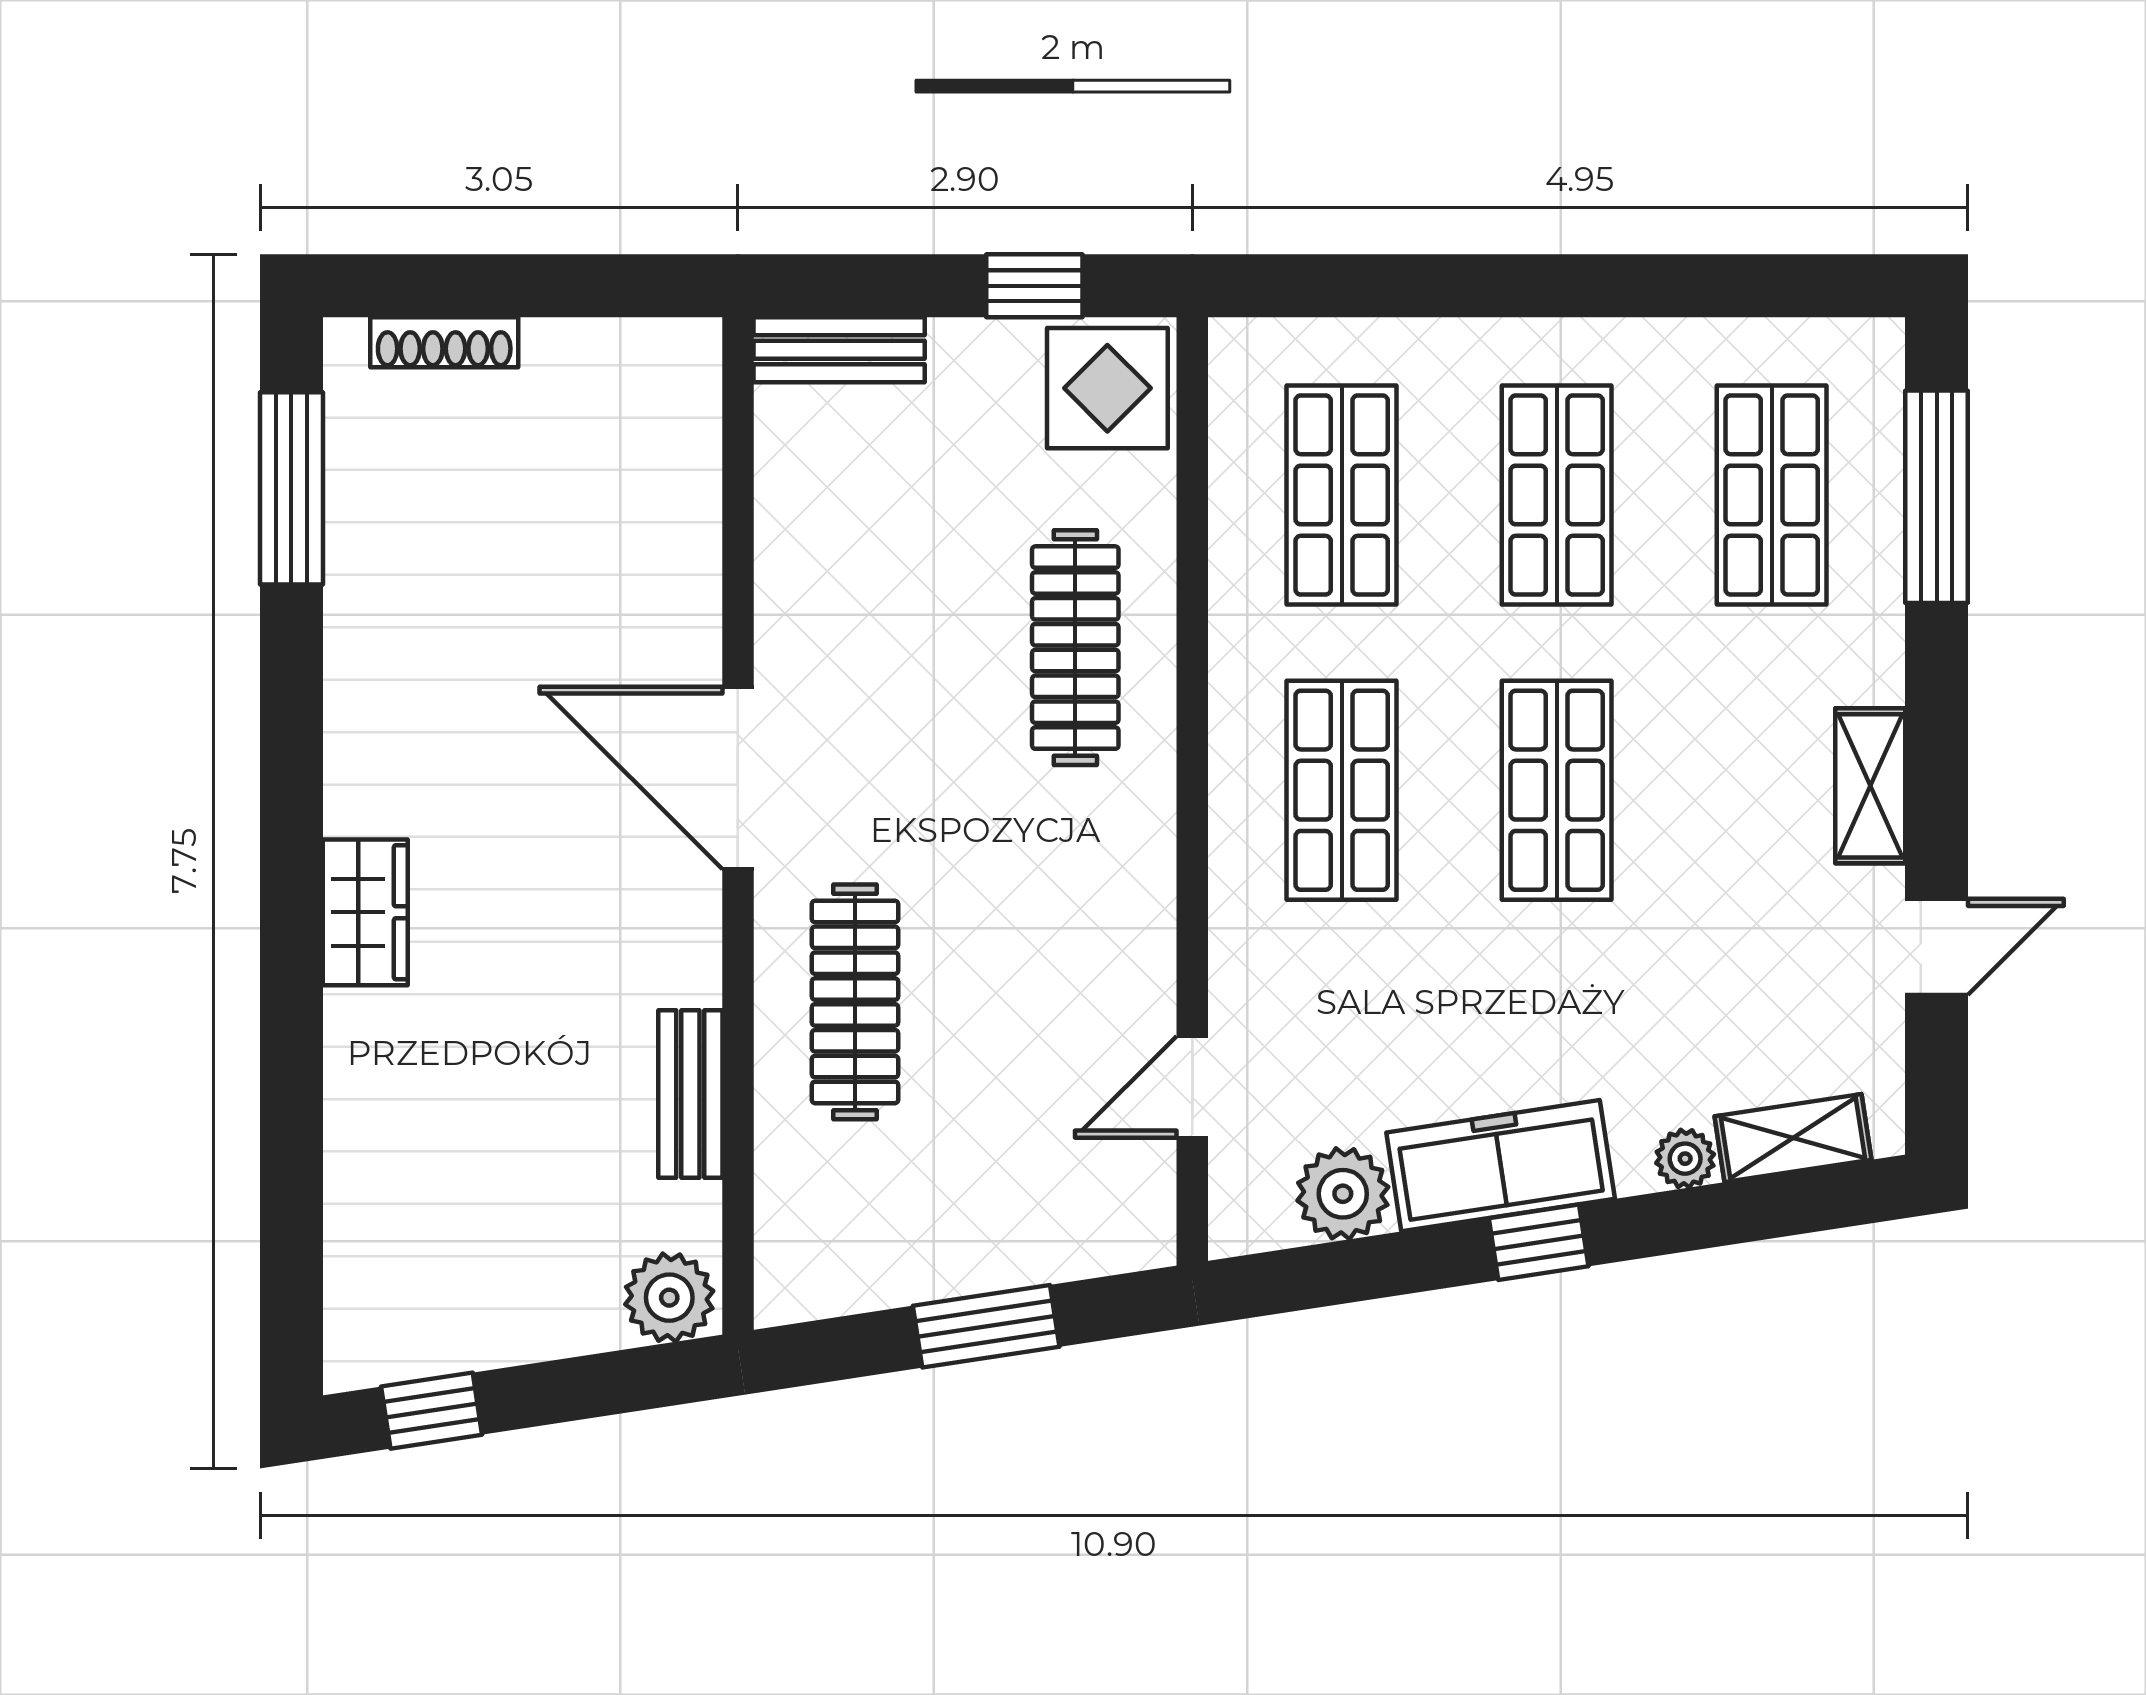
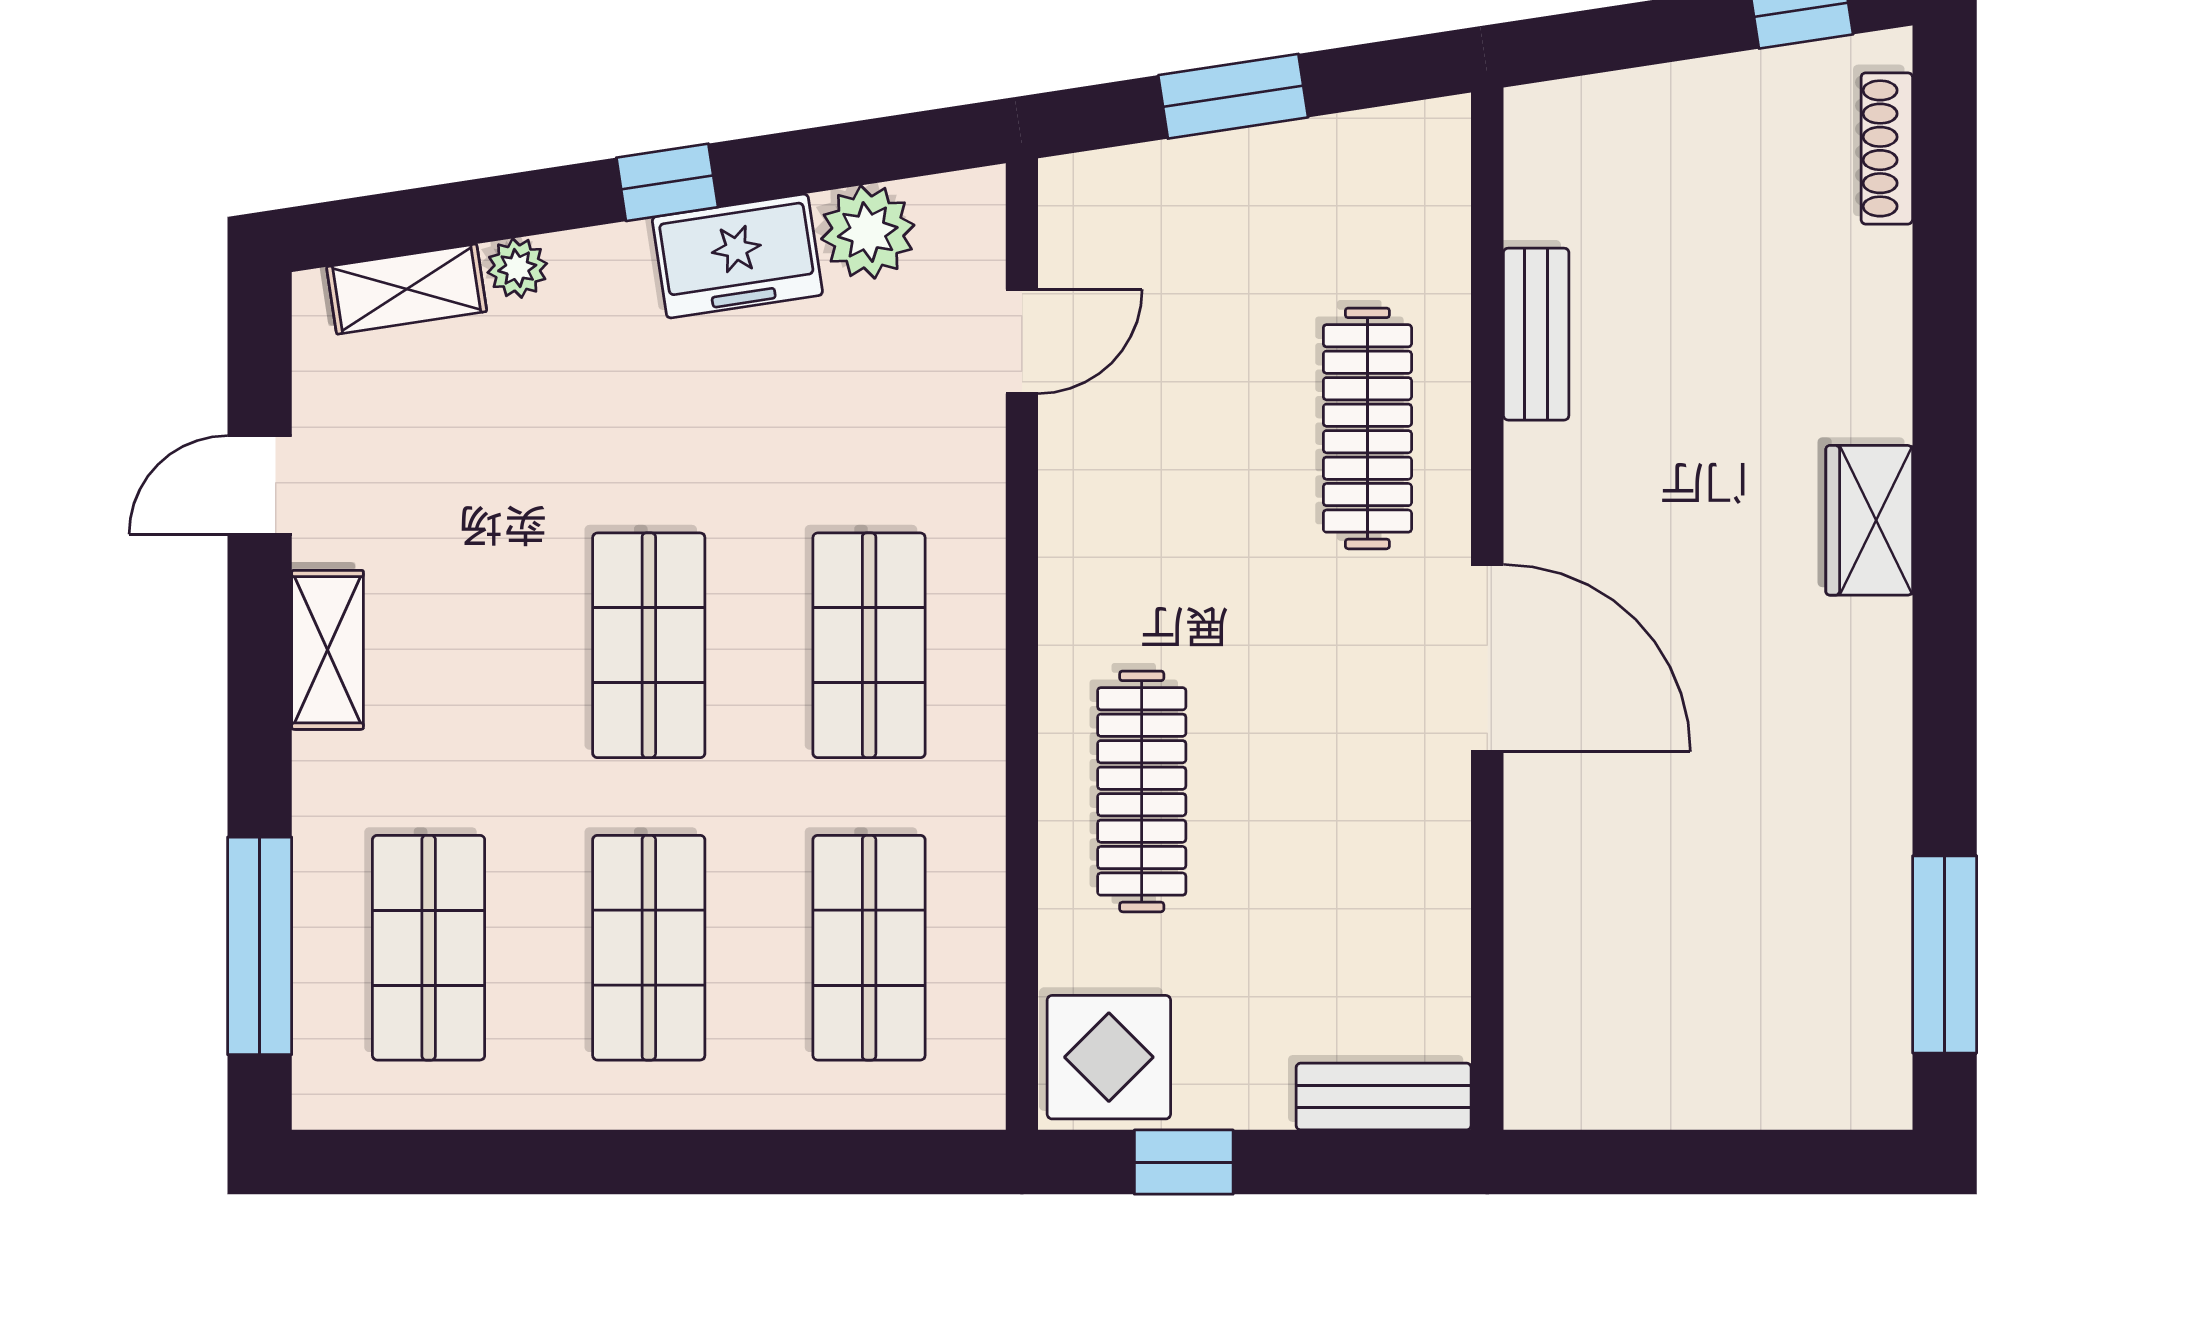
shoe rack: (444, 342) -> (1887, 148), moved, turned -90
freezer: (1501, 1166) -> (737, 256), width x0.71
plant: (669, 1298) -> (1558, 126), removed

